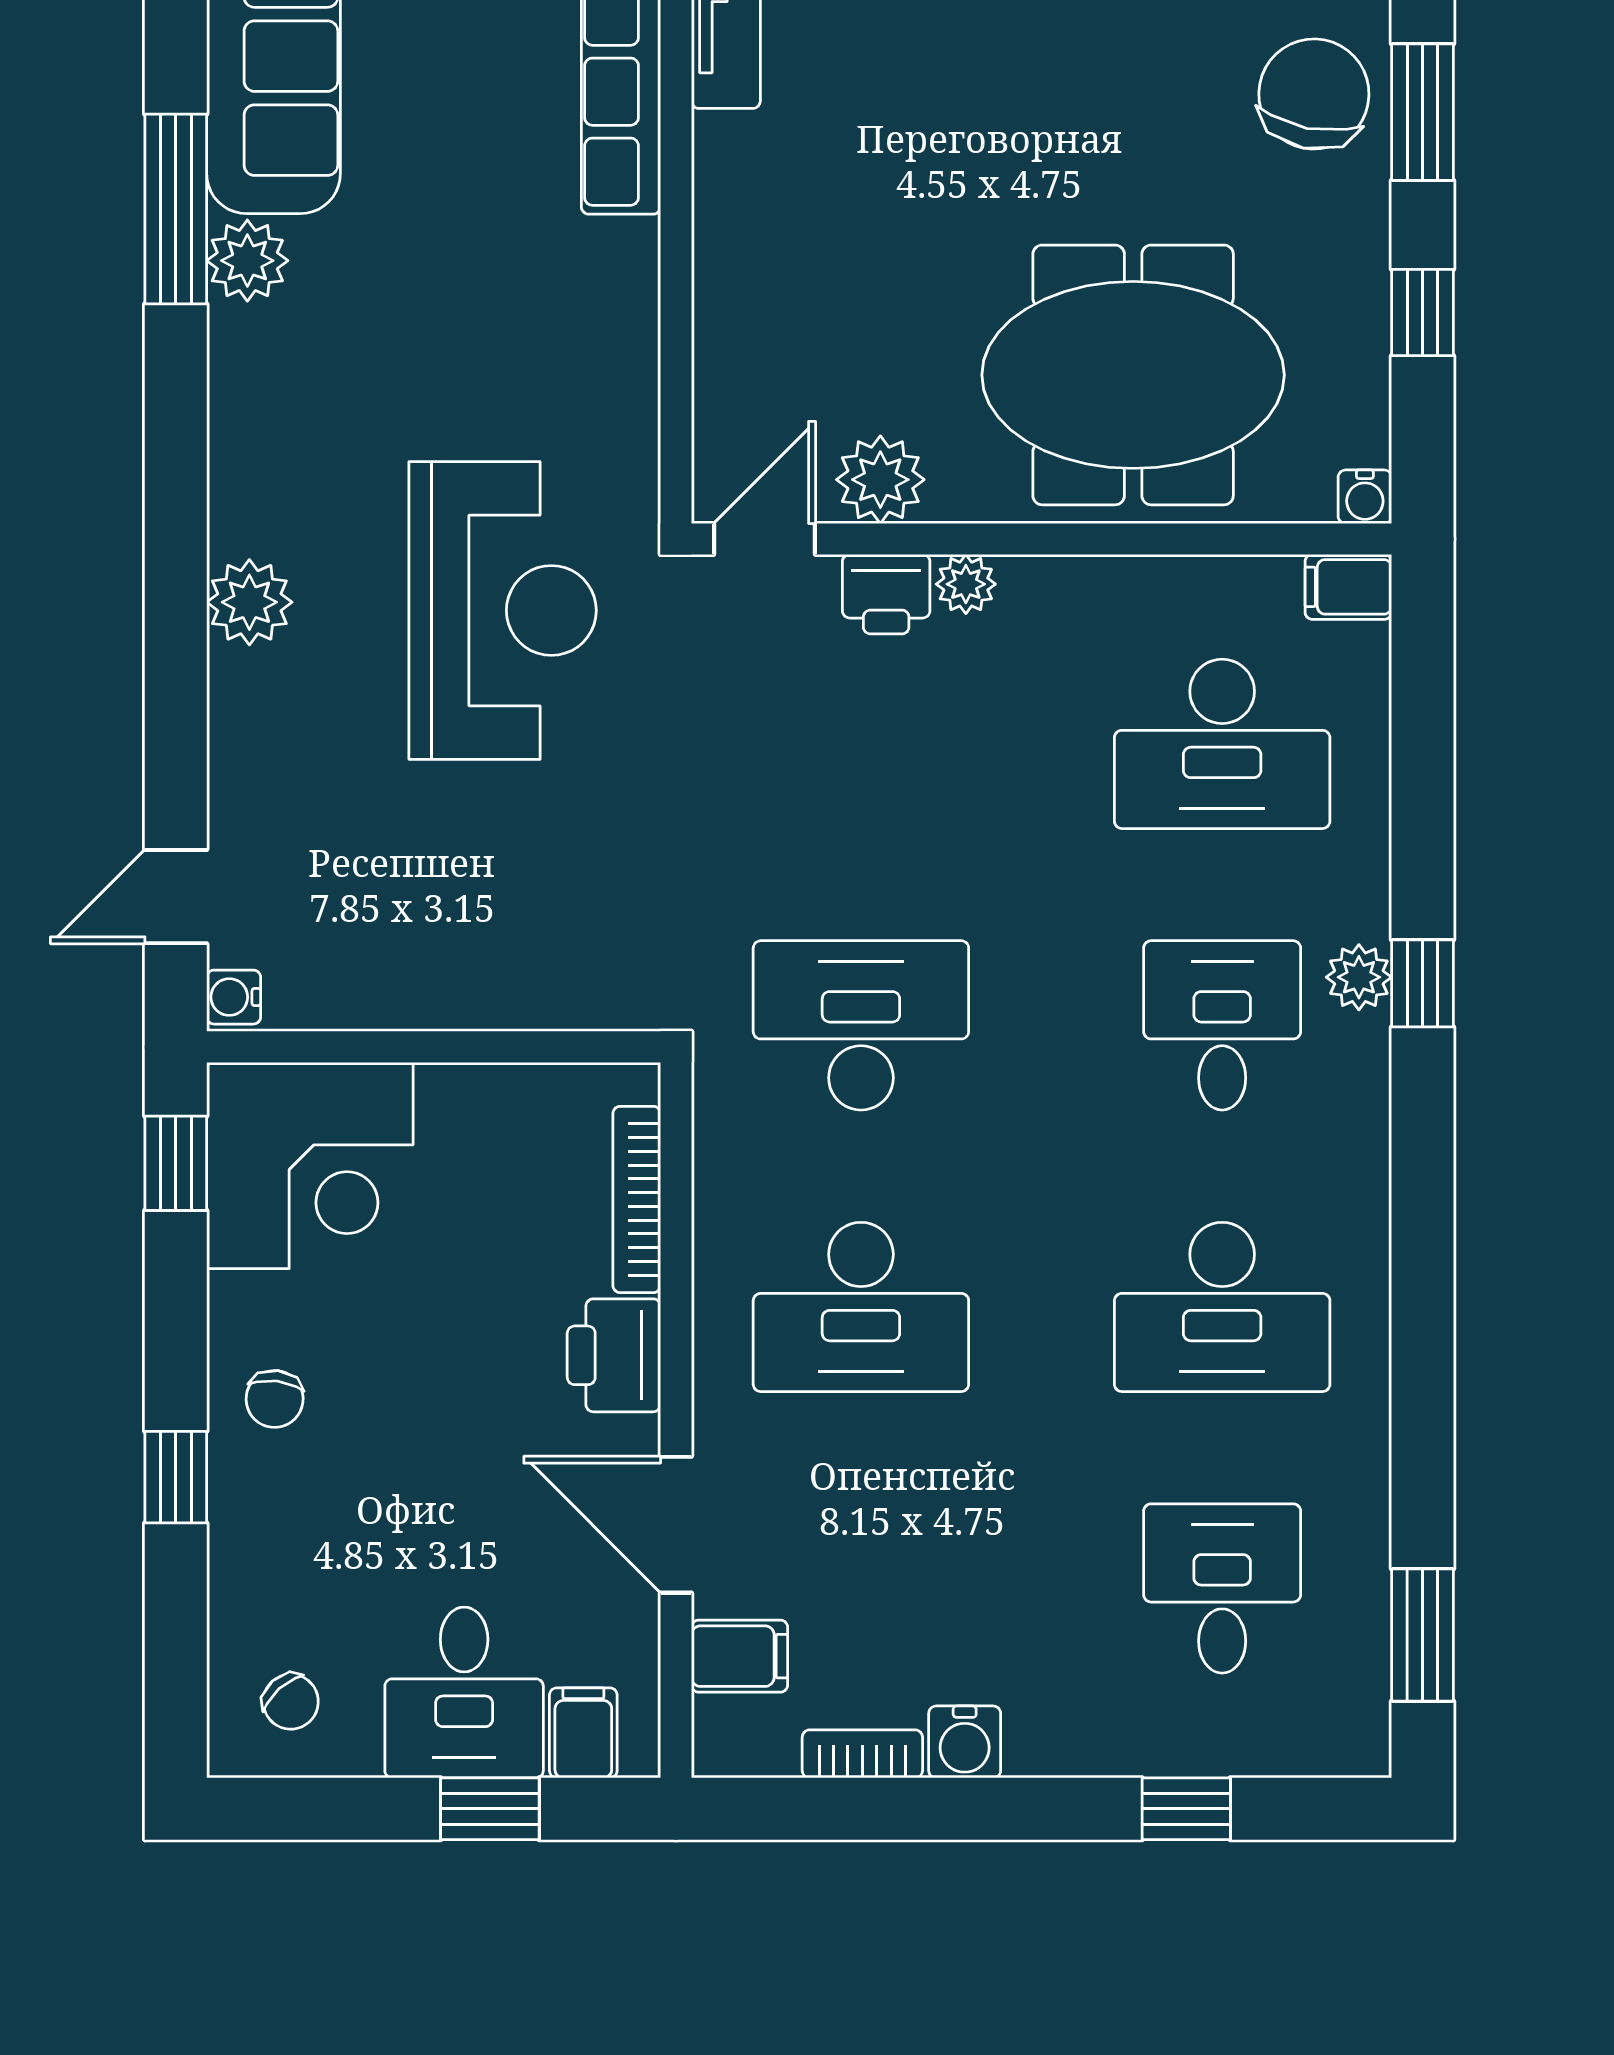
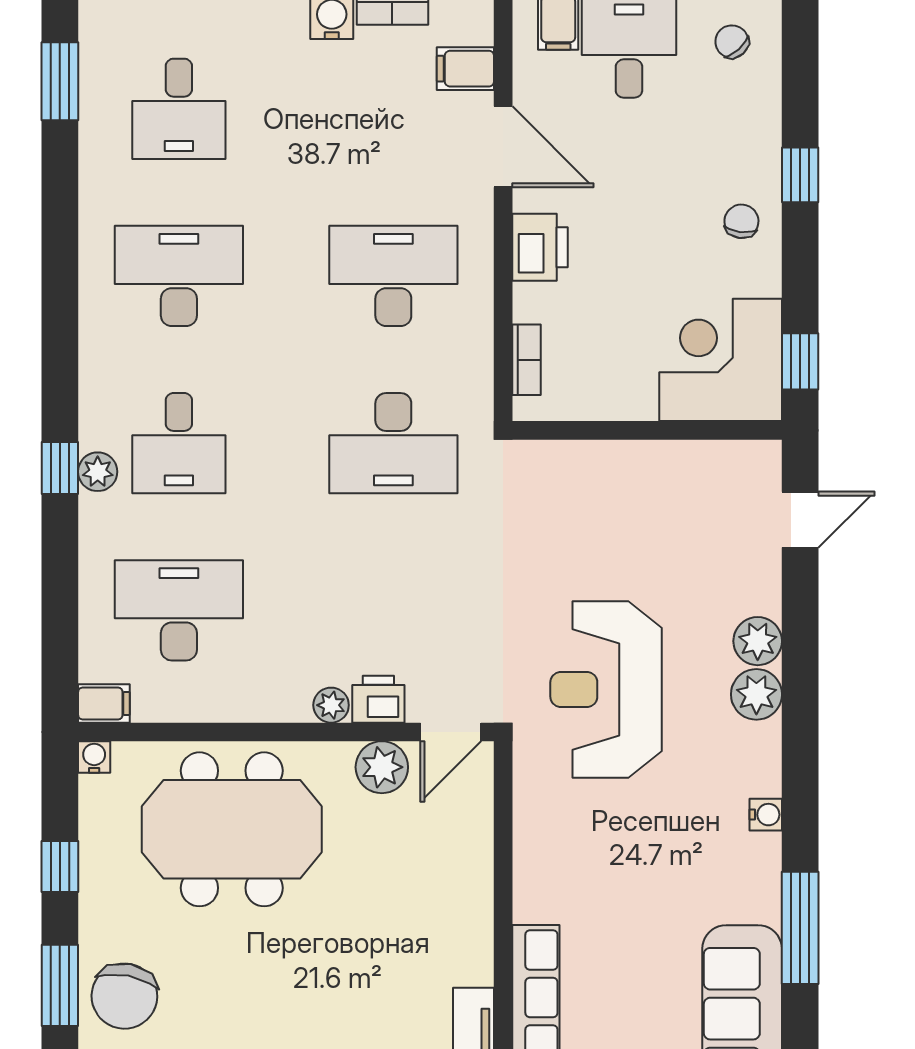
plant: (247, 261) -> (758, 641), moved
water cooler: (234, 997) -> (766, 815), moved
bookcase: (637, 1199) -> (526, 360), width x0.64

